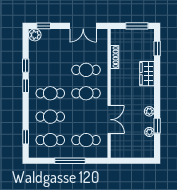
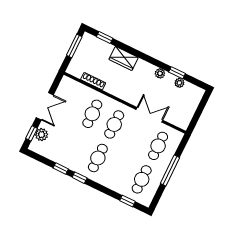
double door: (83, 26) -> (45, 106), moved
plant: (35, 35) -> (42, 135), moved
cafe table: (50, 117) -> (120, 169), removed

